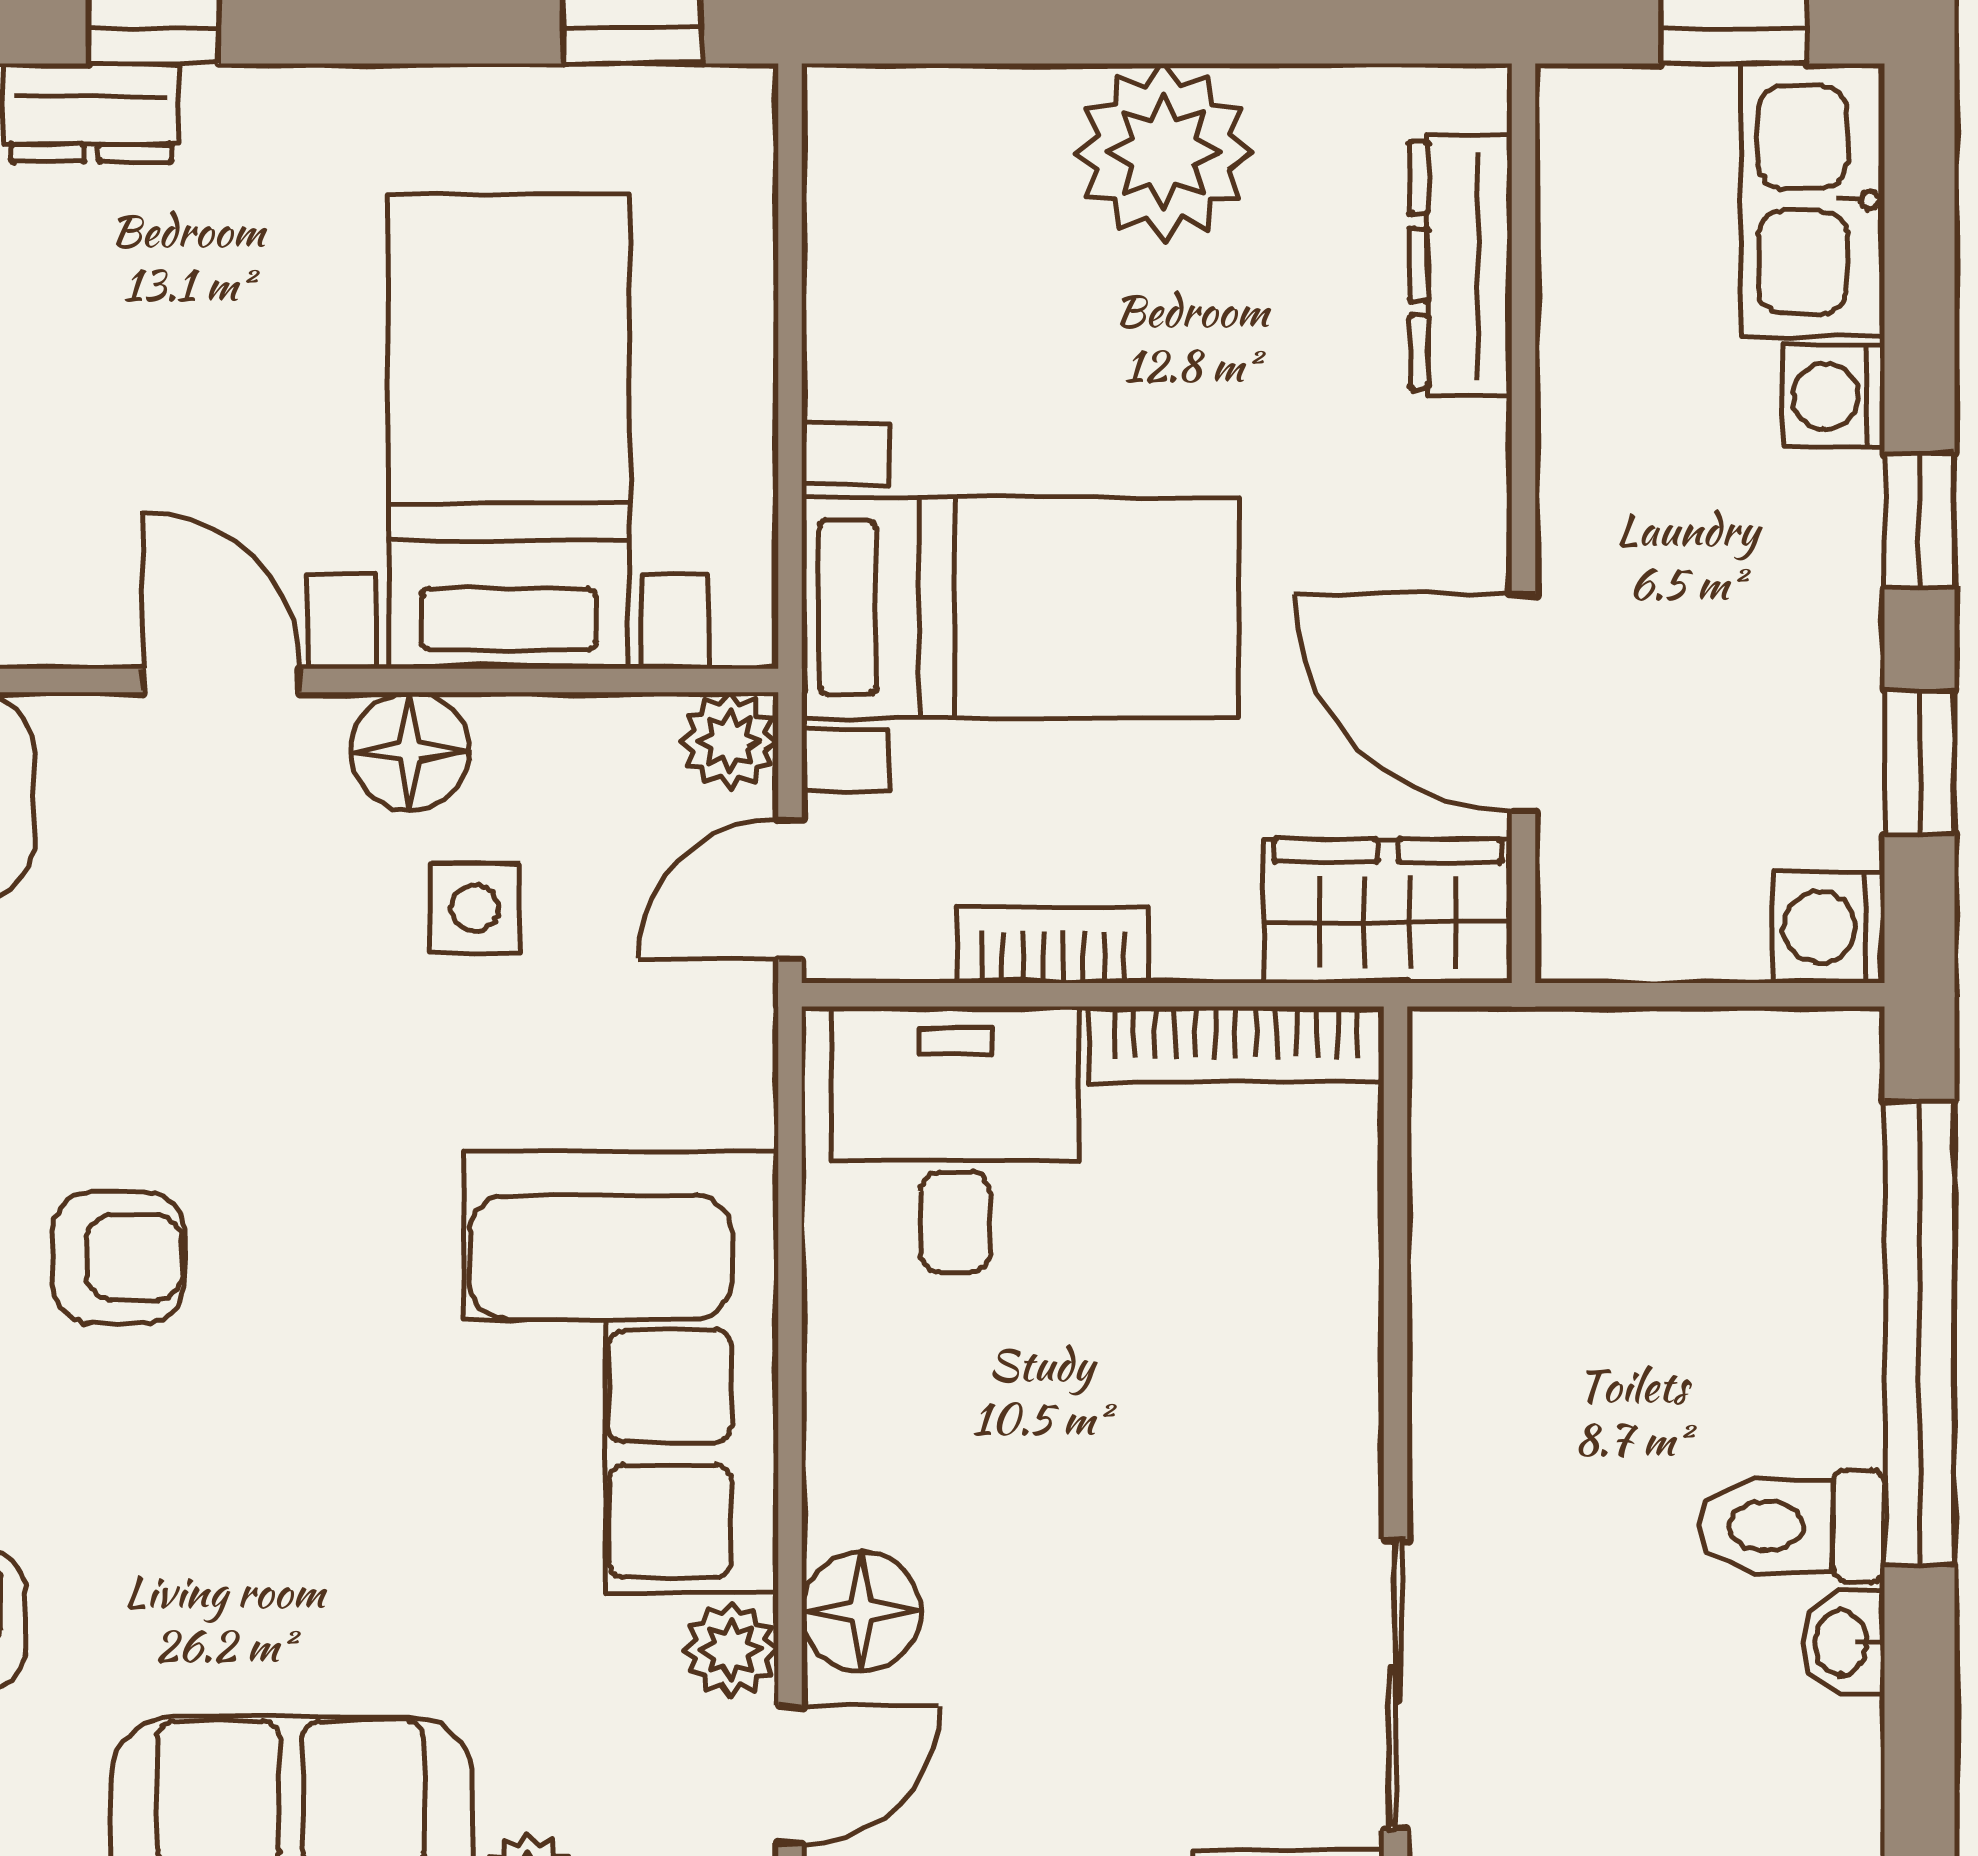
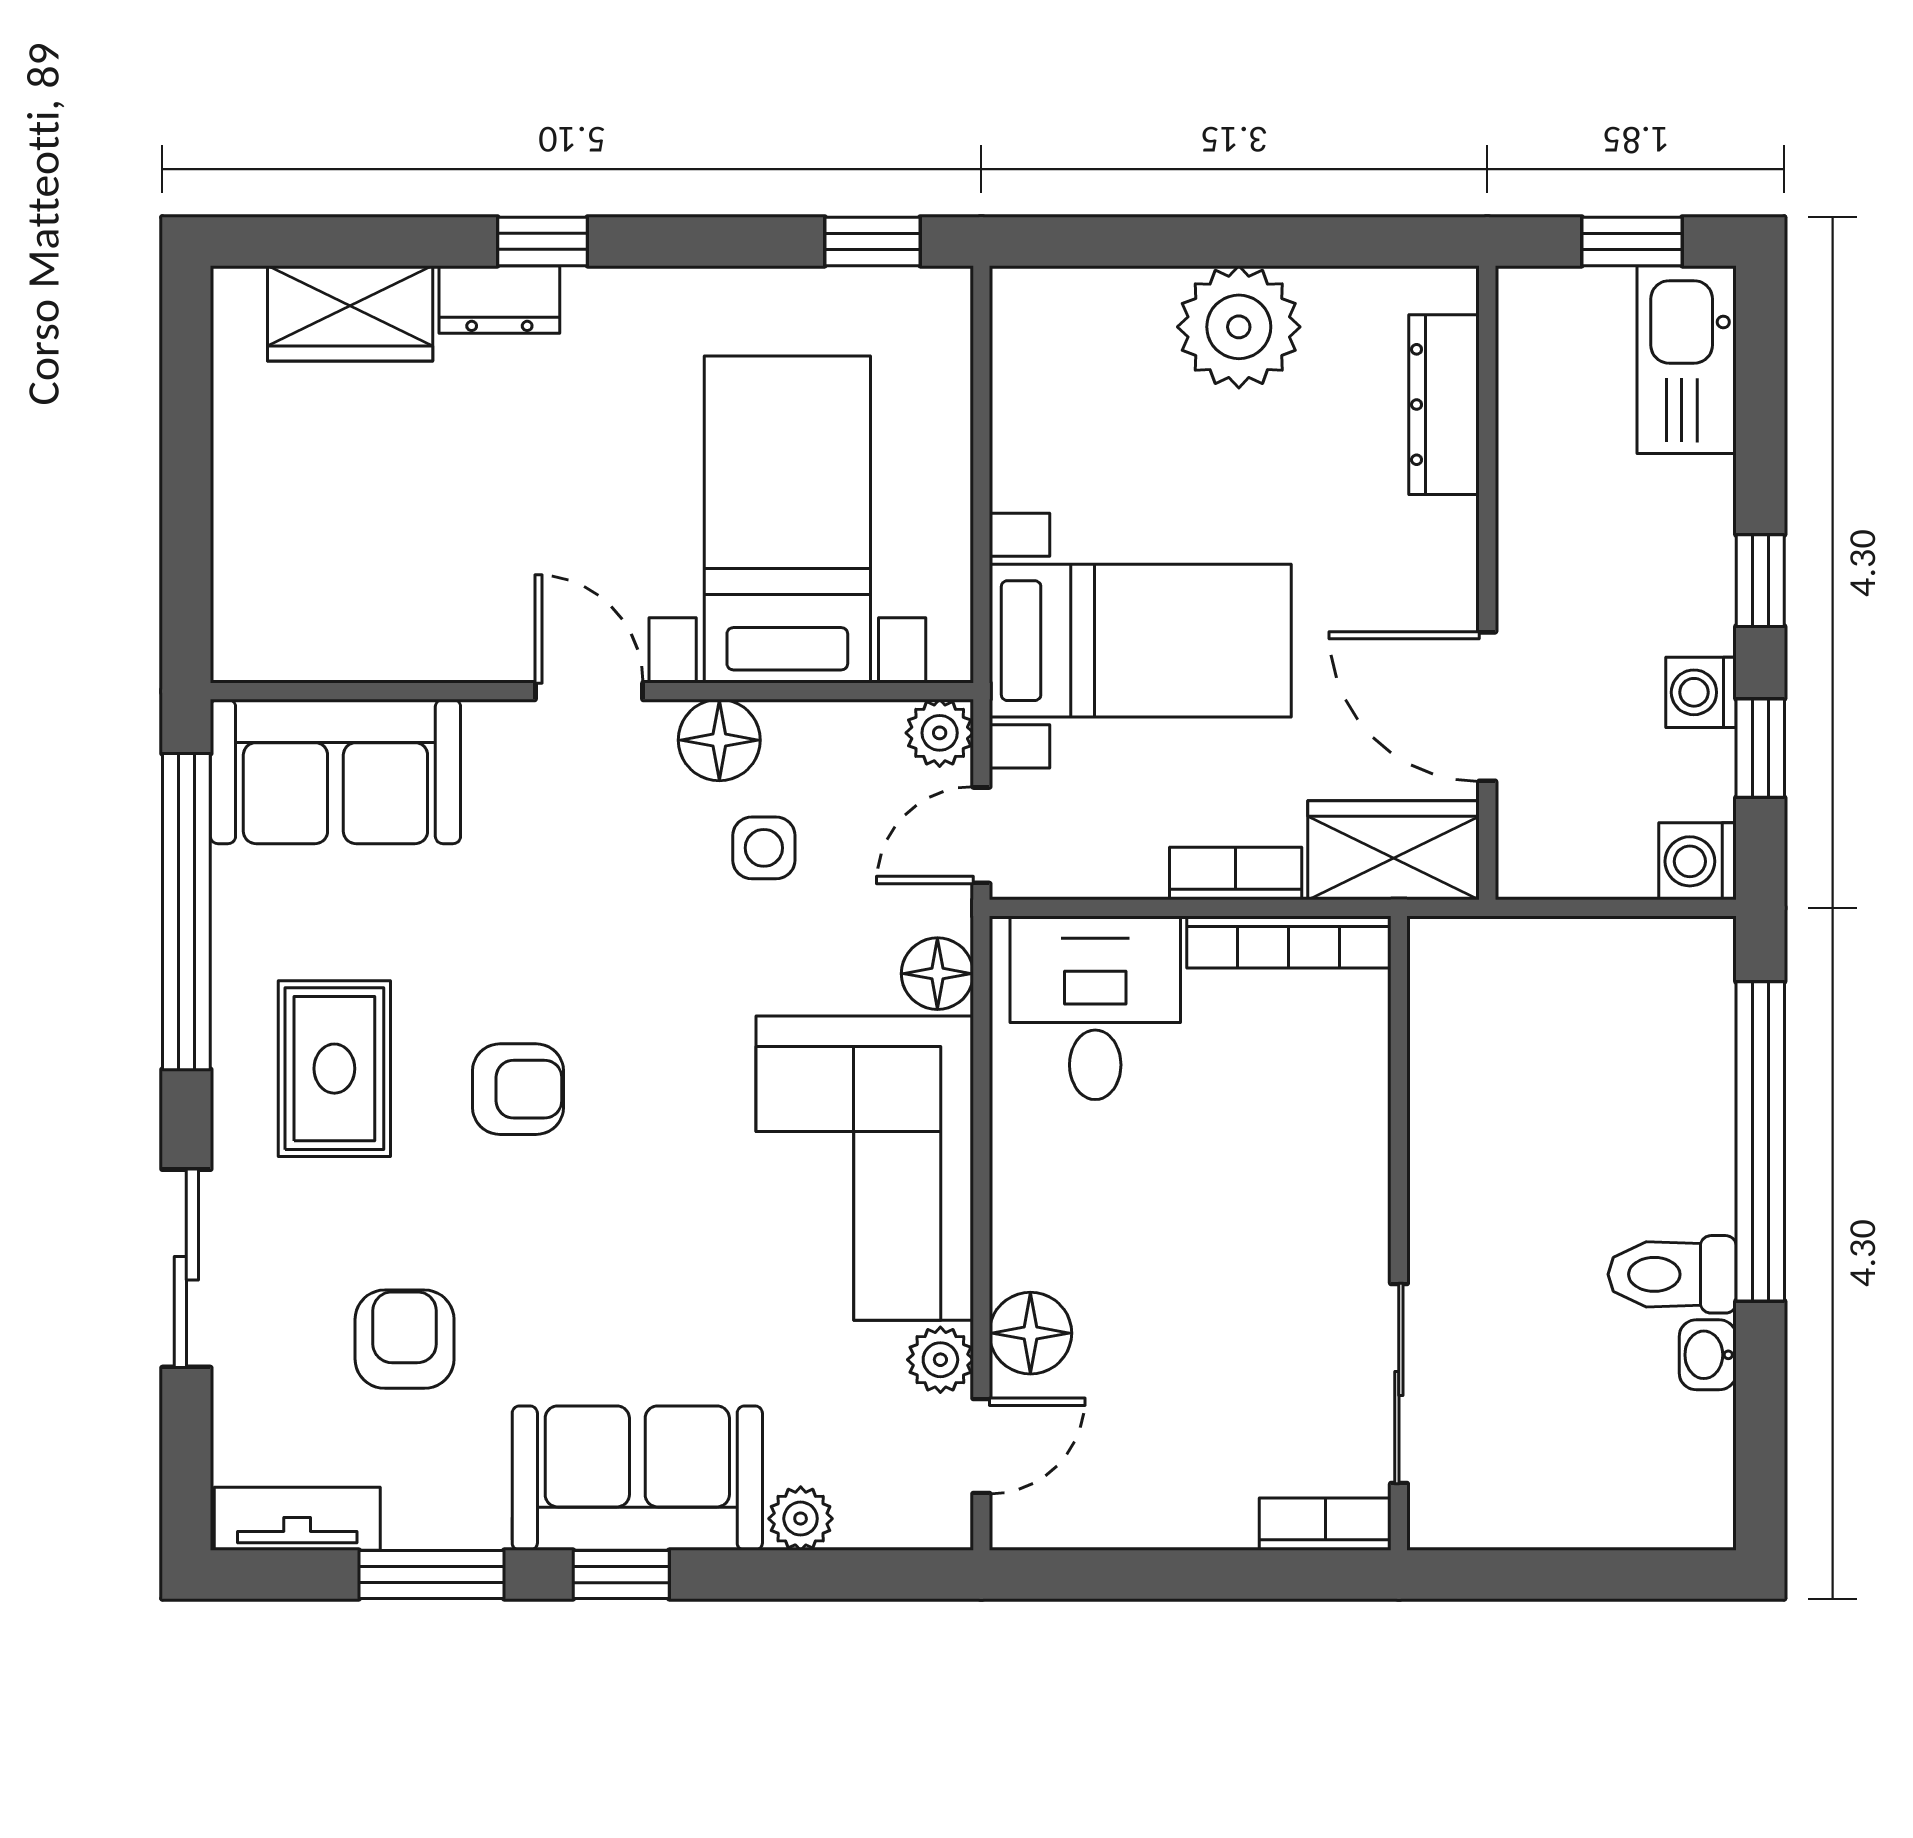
washing machine: (1834, 396) -> (1701, 692), moved
bookcase: (1053, 945) -> (1236, 874), moved
floor lamp: (726, 1090) -> (937, 974), added

